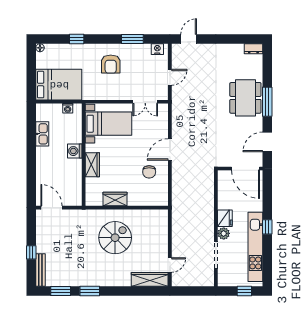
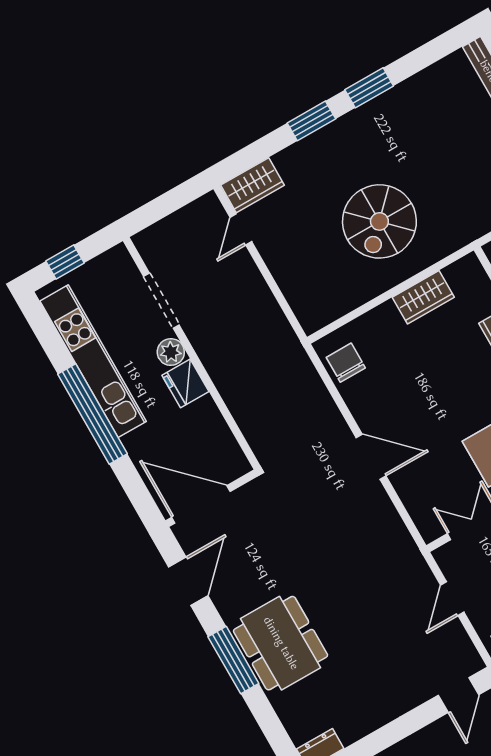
door: (170, 149) -> (371, 457), hinge flipped
chair: (149, 172) -> (346, 363), moved
window: (267, 227) -> (93, 414), width x3.17
wardrobe: (150, 279) -> (252, 185), width x0.67
window: (61, 291) -> (311, 121), moved

